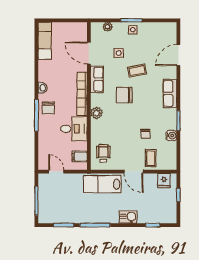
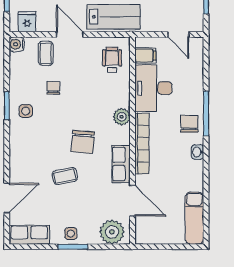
plant: (108, 27) -> (112, 232), width x1.87, depth x1.87
side table: (119, 53) -> (26, 111), moved
row of seats: (170, 94) -> (29, 235), moved, turned -90
chair: (124, 95) -> (83, 142), turned 95
desk: (74, 129) -> (153, 88), width x1.37
water cooler: (171, 136) -> (17, 44), moved
wheelchair: (103, 153) -> (112, 60), turned 180

